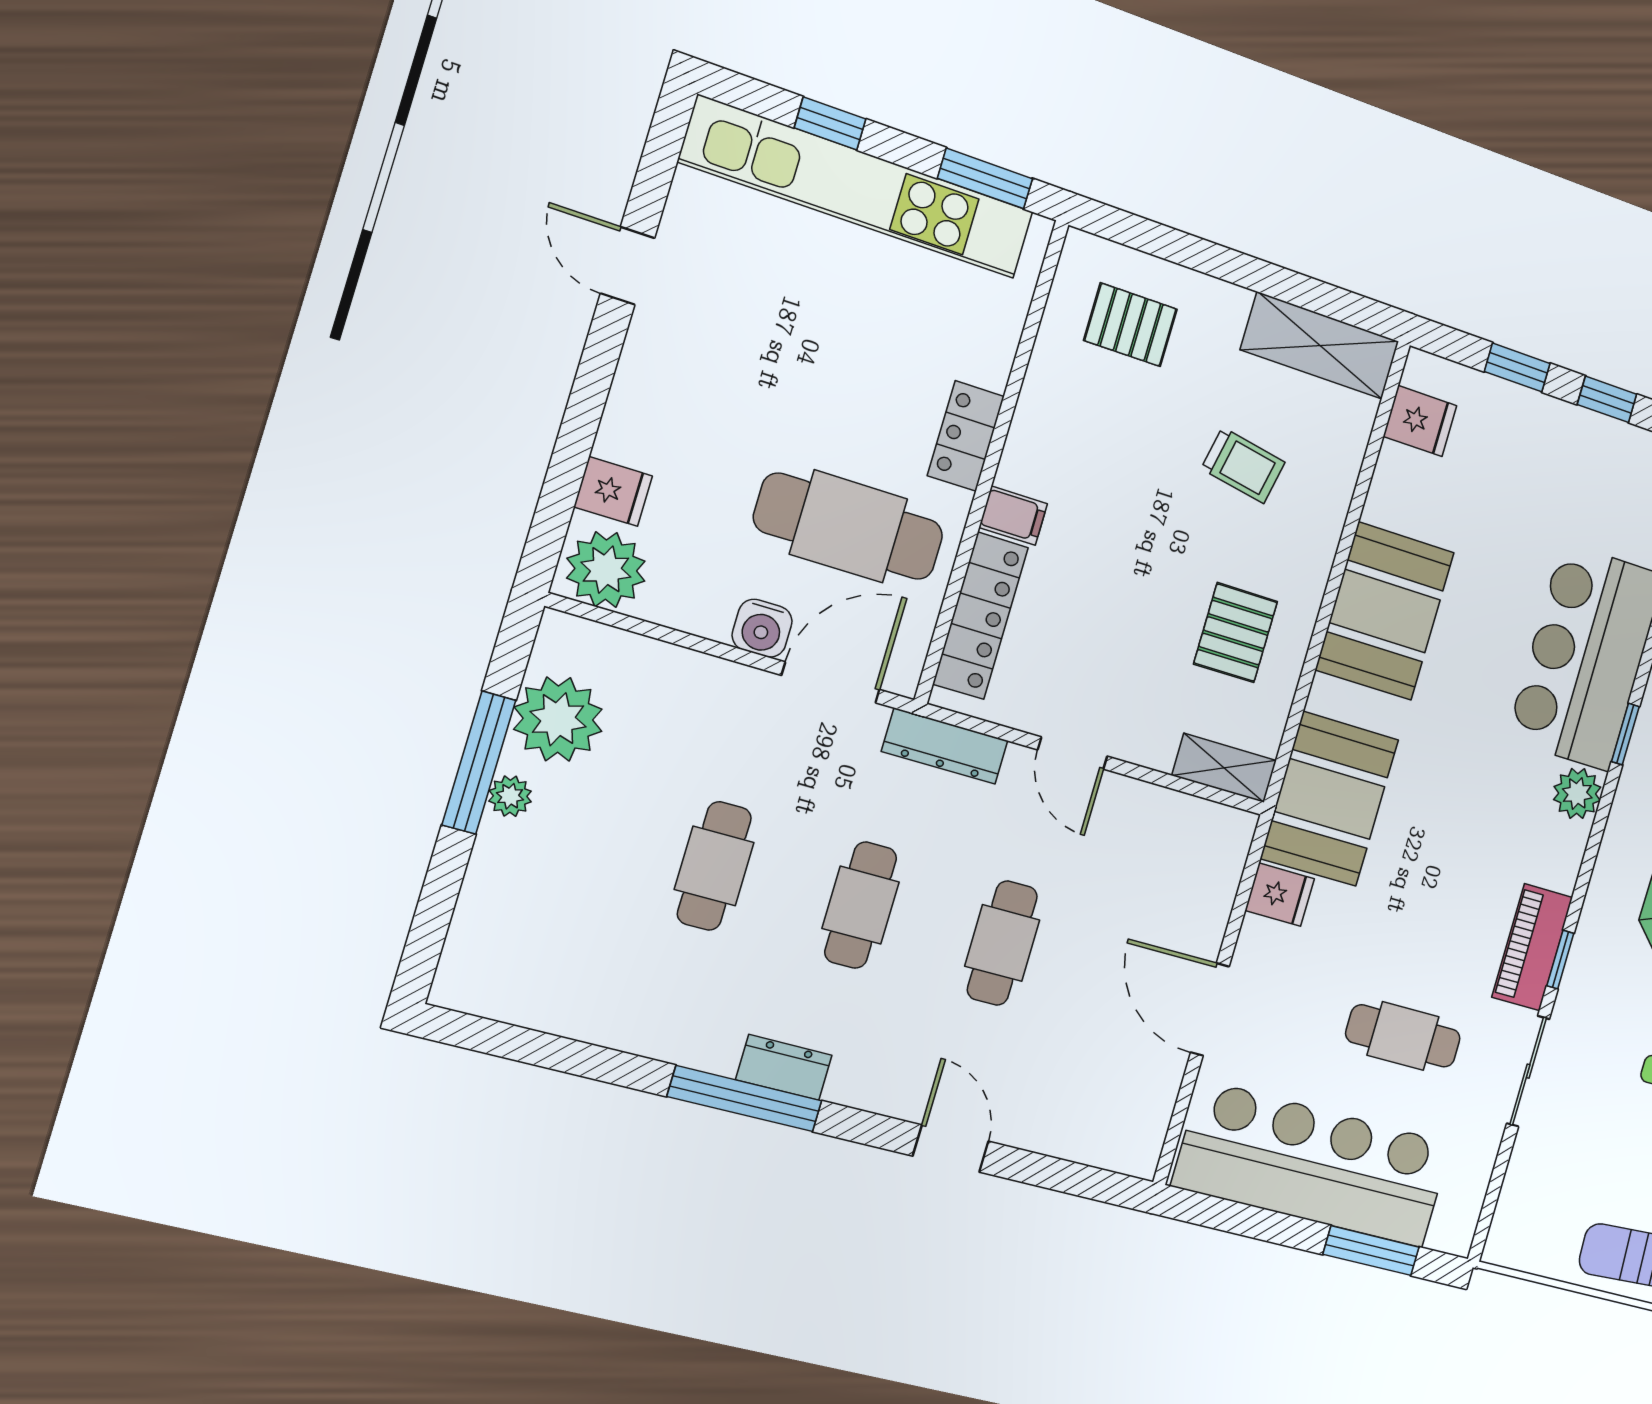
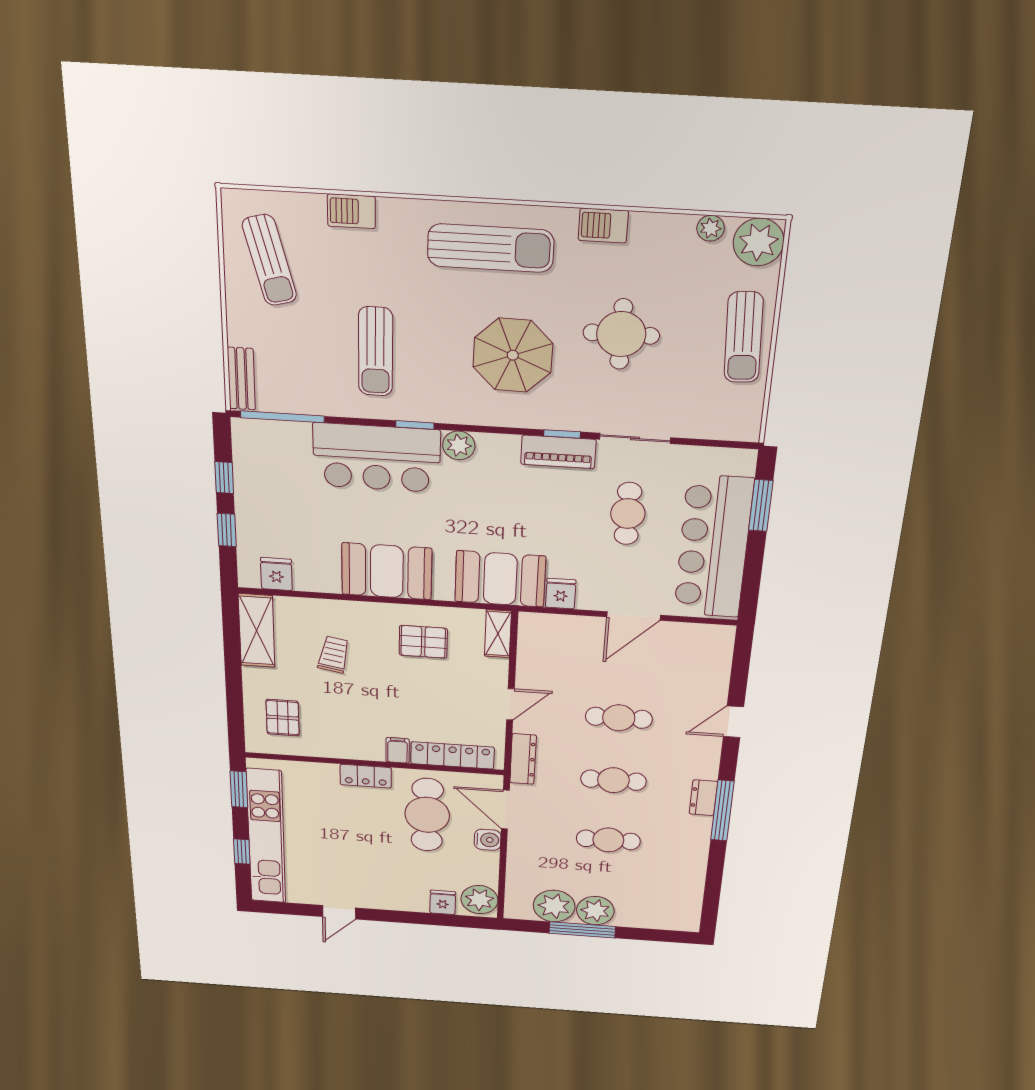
plant: (510, 796) -> (595, 911), width x1.87, depth x1.87

